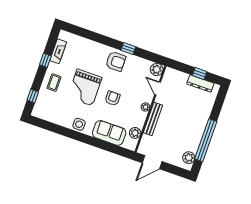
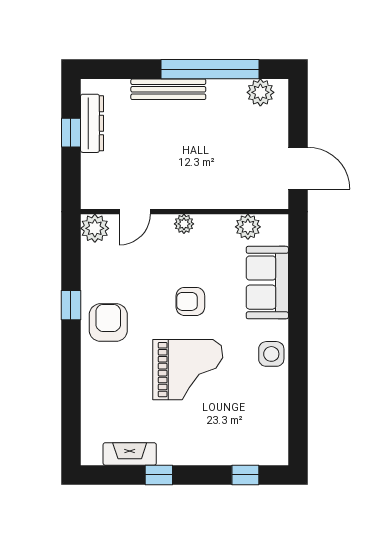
coffee table: (54, 83) -> (200, 439), removed
bench: (153, 119) -> (168, 89), moved

